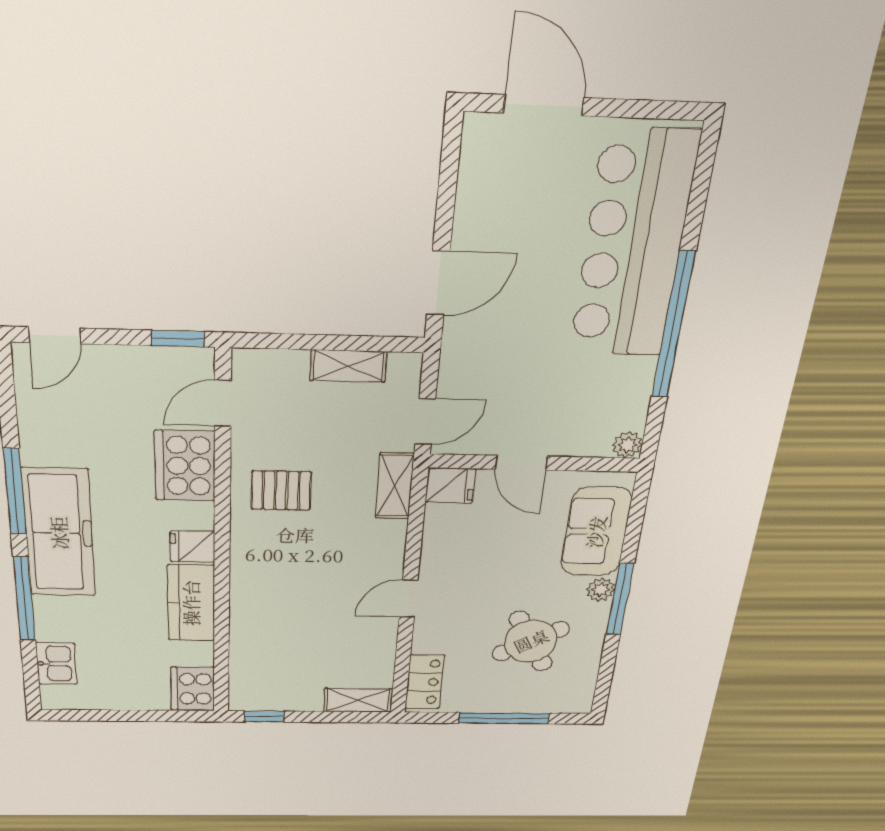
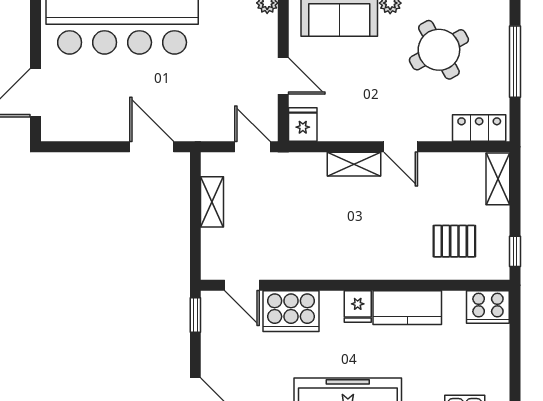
door: (521, 463) -> (283, 76), hinge flipped
shelving: (395, 486) -> (354, 164), moved
pallet: (281, 491) -> (454, 241), moved, turned 90

